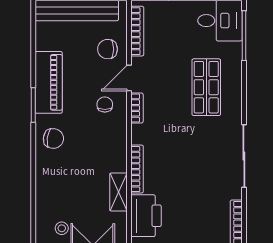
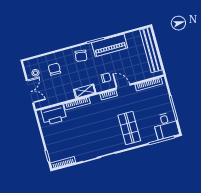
chair: (108, 49) -> (54, 69), moved
shop shelf: (206, 87) -> (129, 128), turned 90
shelving: (118, 192) -> (85, 91), moved

